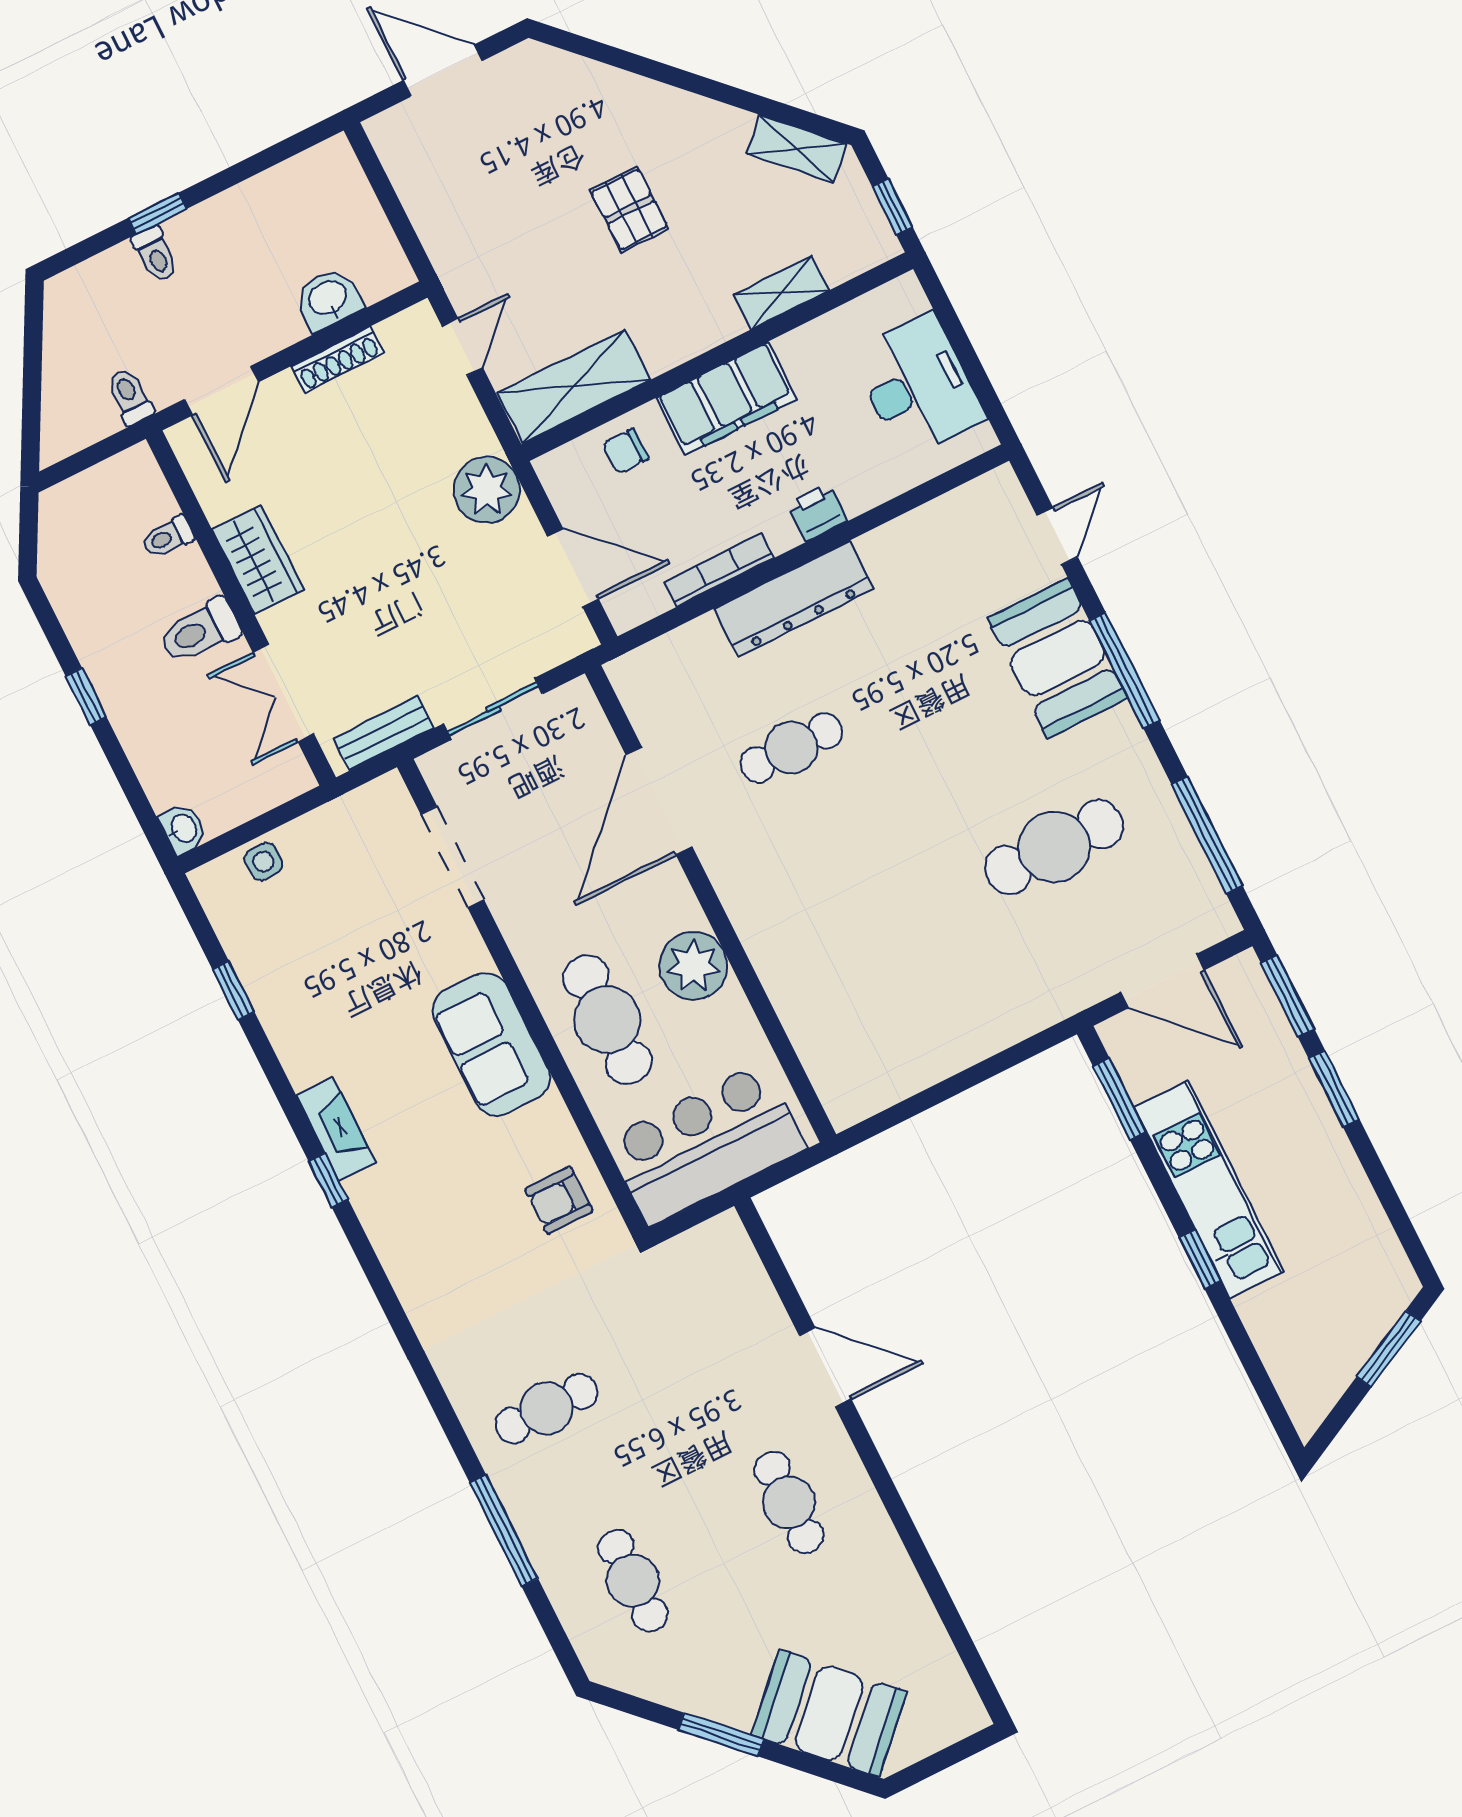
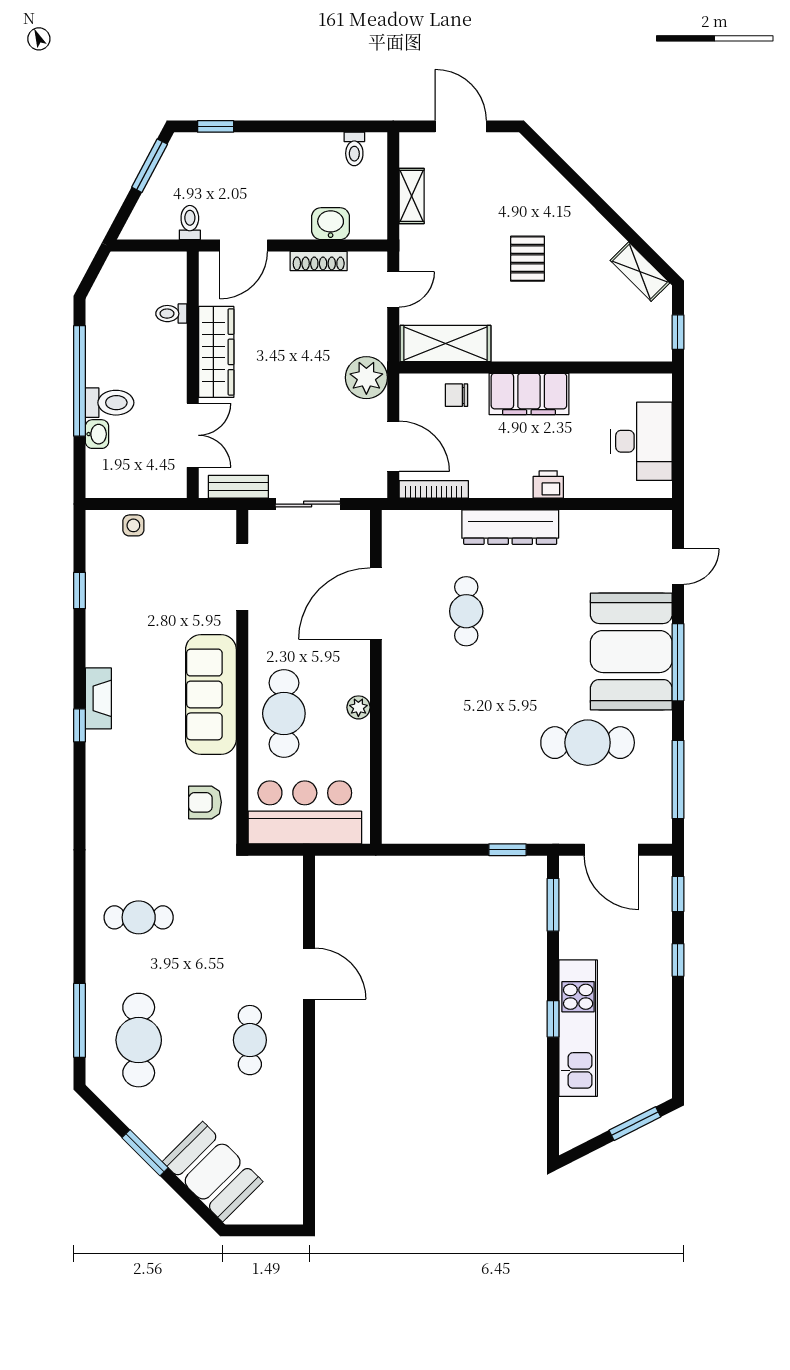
window: (157, 213) -> (216, 126), moved
toilet: (155, 254) -> (354, 149), moved
shelving: (781, 293) -> (412, 196), moved, turned 90
window: (33, 345) -> (150, 166), added
wardrobe: (258, 560) -> (216, 352), width x1.50
bookcase: (719, 570) -> (434, 489), moved
toilet: (200, 631) -> (110, 403), moved, turned 180
booth: (1058, 658) -> (631, 652), width x1.36, depth x1.42
double door: (283, 693) -> (193, 435), swing flipped
window: (86, 696) -> (80, 381), width x3.17
cafe table: (791, 748) -> (466, 611), turned 90
washbasin: (183, 829) -> (97, 434), moved
plant: (693, 966) -> (358, 707), width x0.53, depth x0.53
window: (1288, 996) -> (678, 894), width x0.67
sofa: (491, 1044) -> (211, 694), width x1.36
window: (1017, 1054) -> (507, 850), added
window: (1334, 1089) -> (678, 960), width x0.67
kitchen unit: (1209, 1189) -> (578, 1028), moved
window: (504, 1530) -> (80, 1020), moved
cafe table: (633, 1581) -> (139, 1040), width x1.37, depth x1.35

